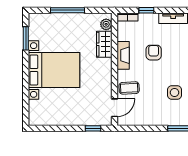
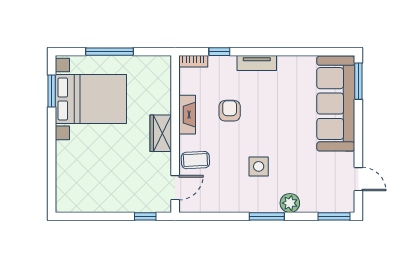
plant: (106, 24) -> (163, 71), removed
wardrobe: (104, 44) -> (161, 133), moved
bed with nightstands: (54, 70) -> (91, 99), moved

